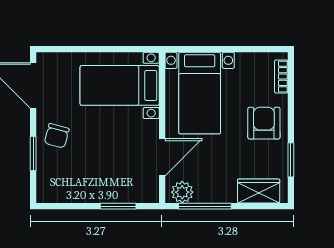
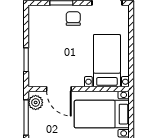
chair: (57, 136) -> (73, 19), turned 75

